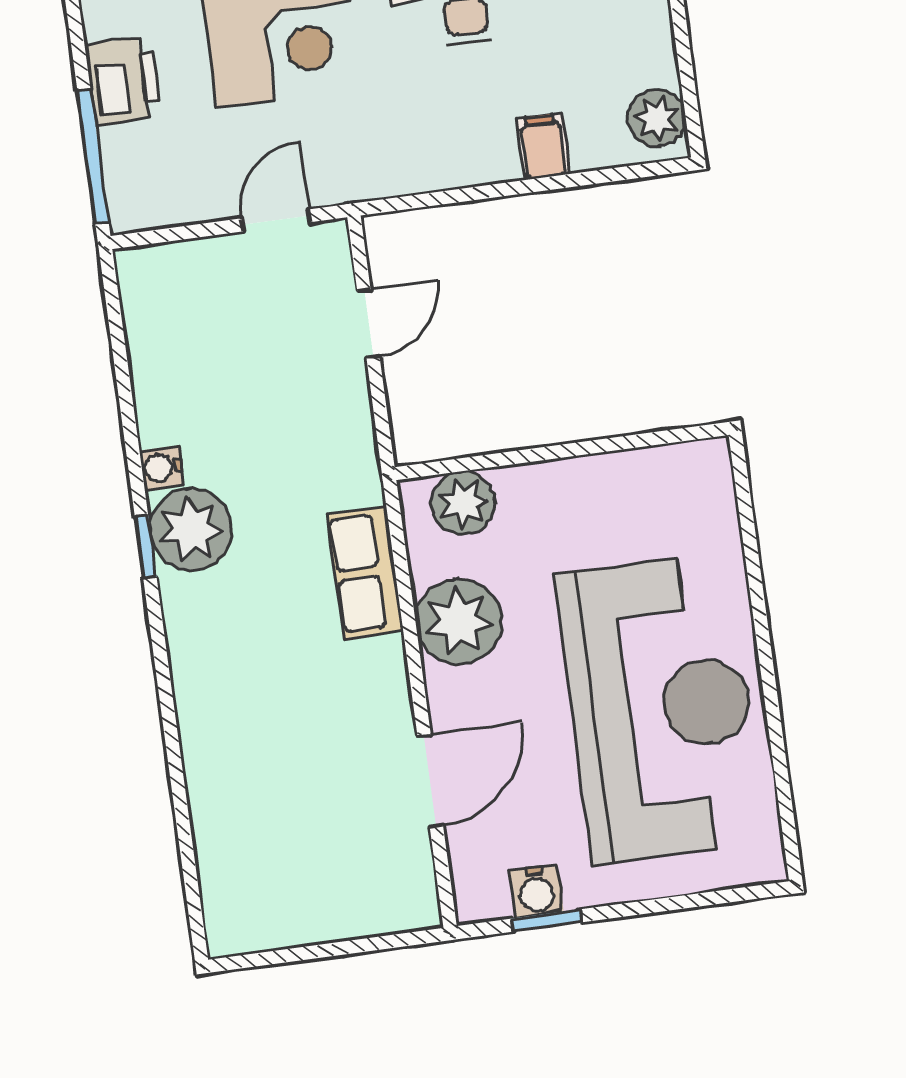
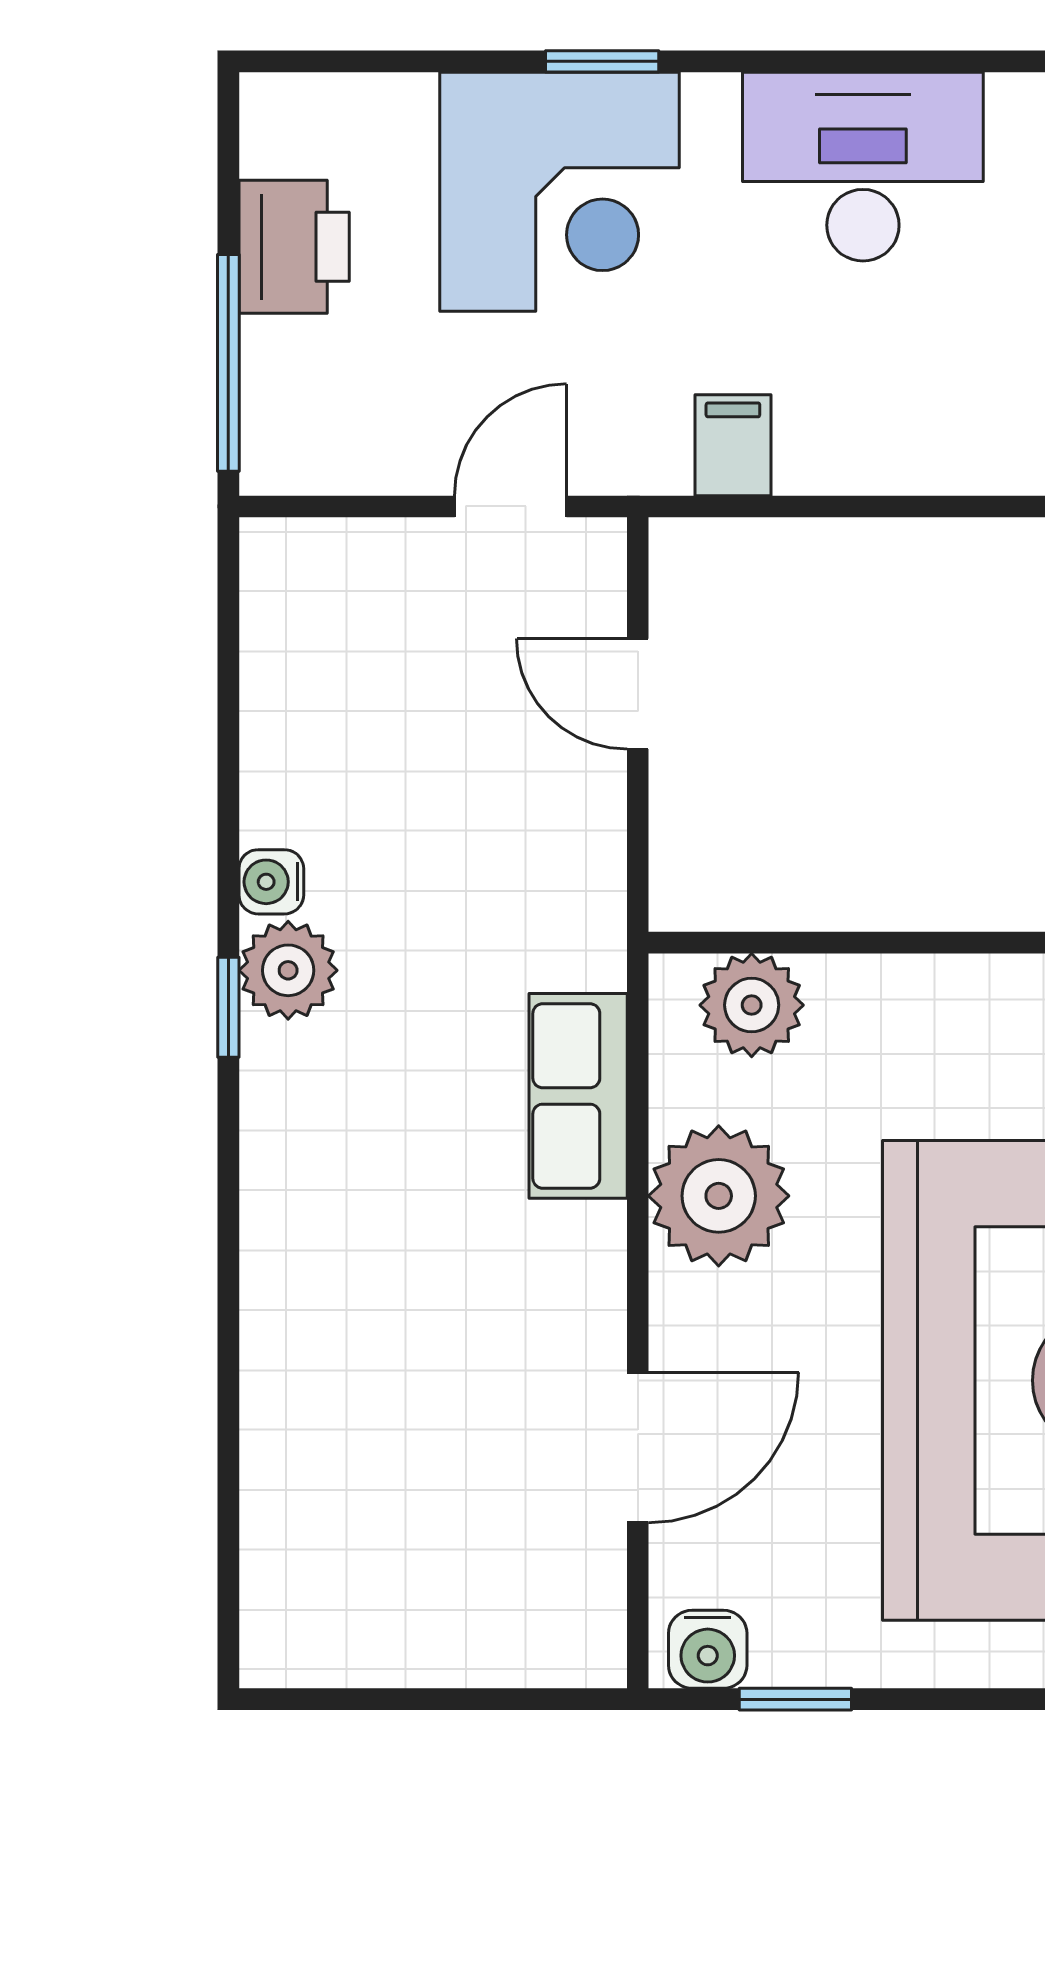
filing cabinet: (543, 146) -> (733, 445), moved
door: (368, 324) -> (638, 694), swing flipped
plant: (191, 529) -> (288, 970), width x0.73, depth x0.73
water cooler: (537, 891) -> (708, 1649), moved

